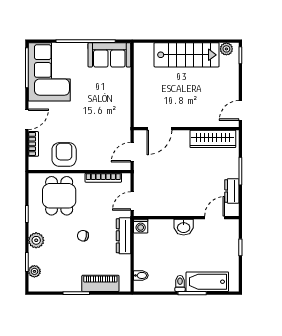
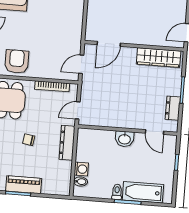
door: (215, 218) -> (154, 132), swing flipped
washing machine: (141, 226) -> (81, 169), moved, turned -90
piano: (100, 283) -> (24, 185), moved

